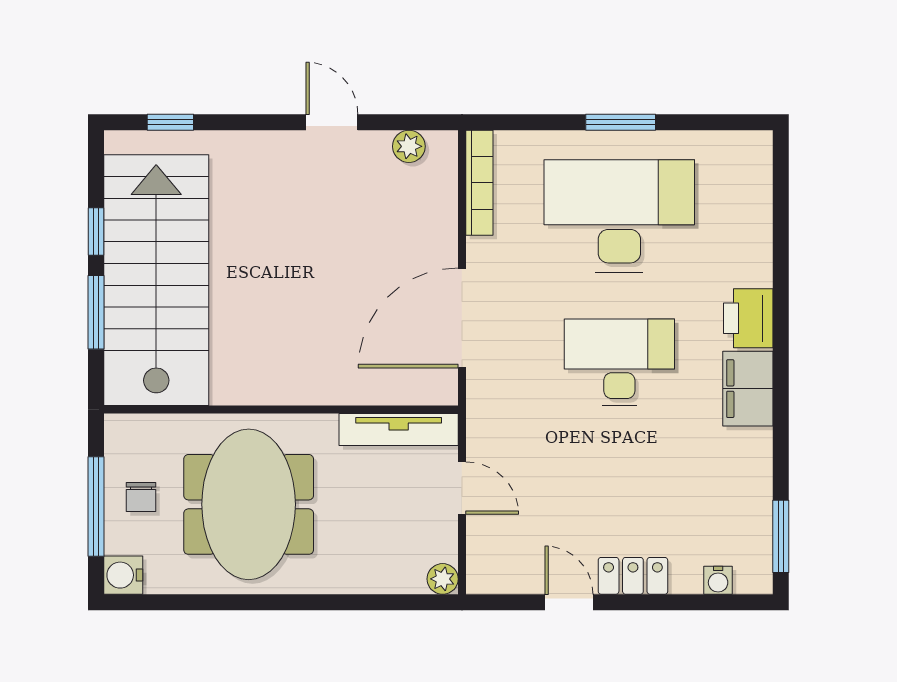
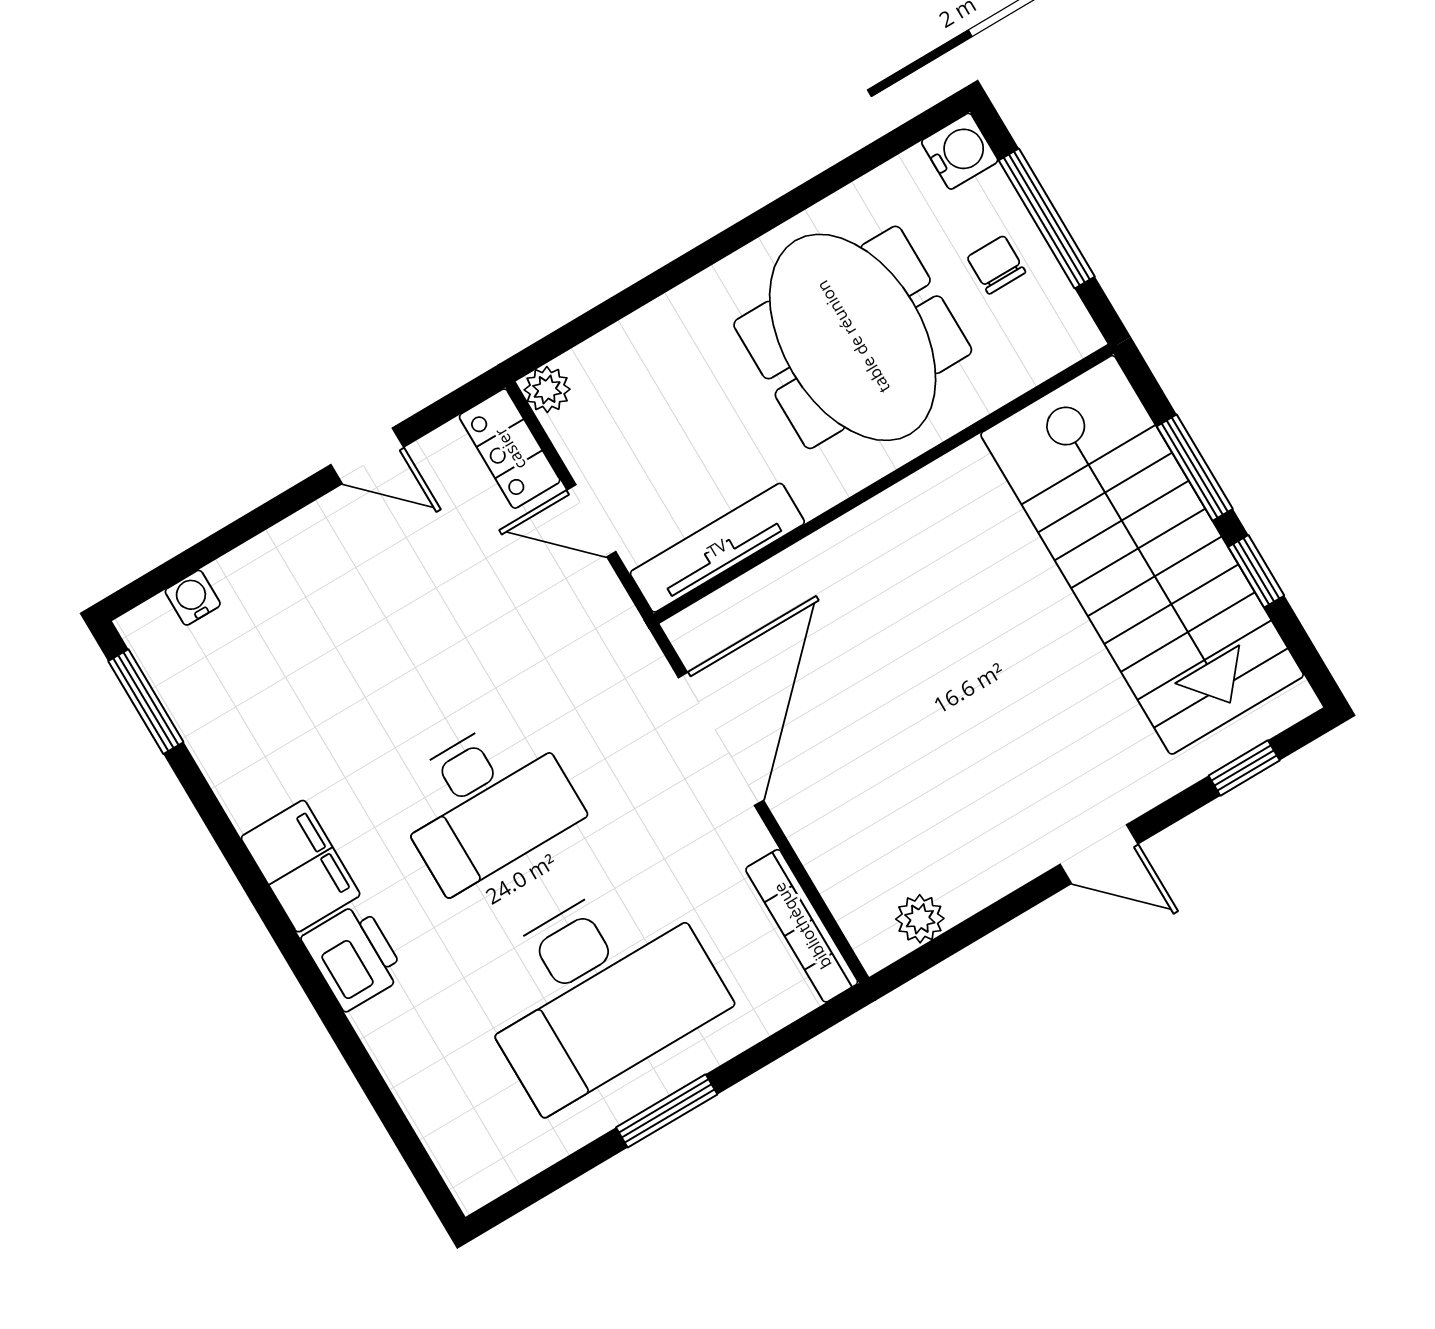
door: (332, 122) -> (1099, 854), moved
locker: (633, 576) -> (510, 449), moved, turned 90

